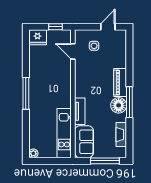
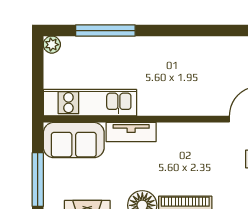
window: (26, 93) -> (105, 31), moved

